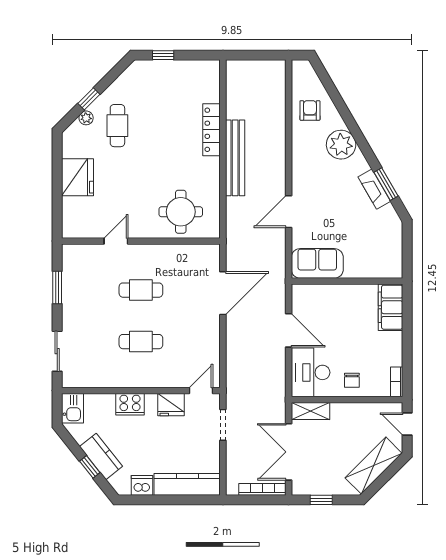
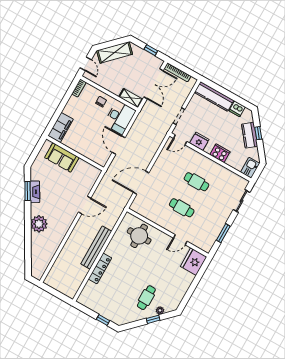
armchair: (310, 110) -> (45, 250), removed
fridge: (77, 177) -> (194, 262), moved
sofa: (317, 263) -> (62, 157), moved

